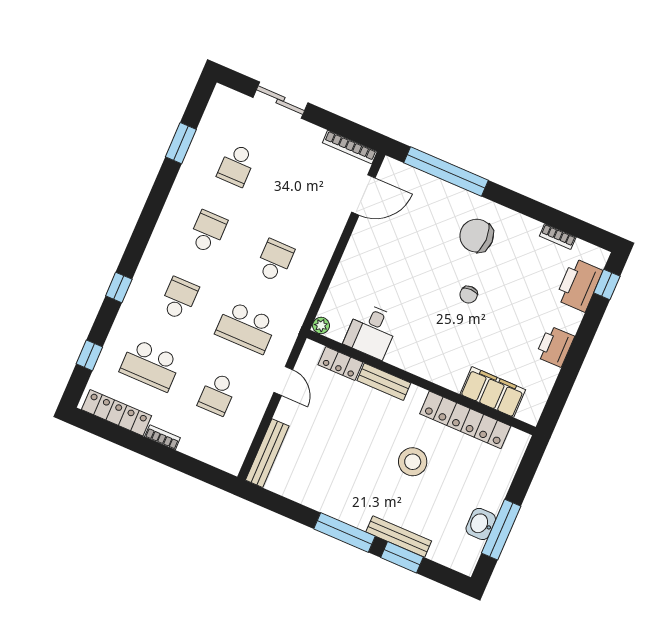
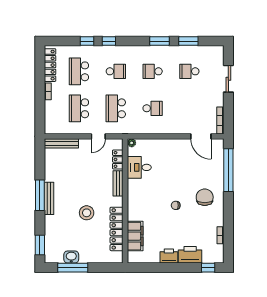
window: (158, 196) -> (159, 41), added
school desk: (208, 232) -> (153, 71), turned 180
printer: (579, 285) -> (190, 255), moved
window: (89, 355) -> (87, 41), moved
school desk: (217, 394) -> (79, 108), width x1.85
bench: (399, 537) -> (49, 198), moved
window: (402, 557) -> (40, 245), moved

